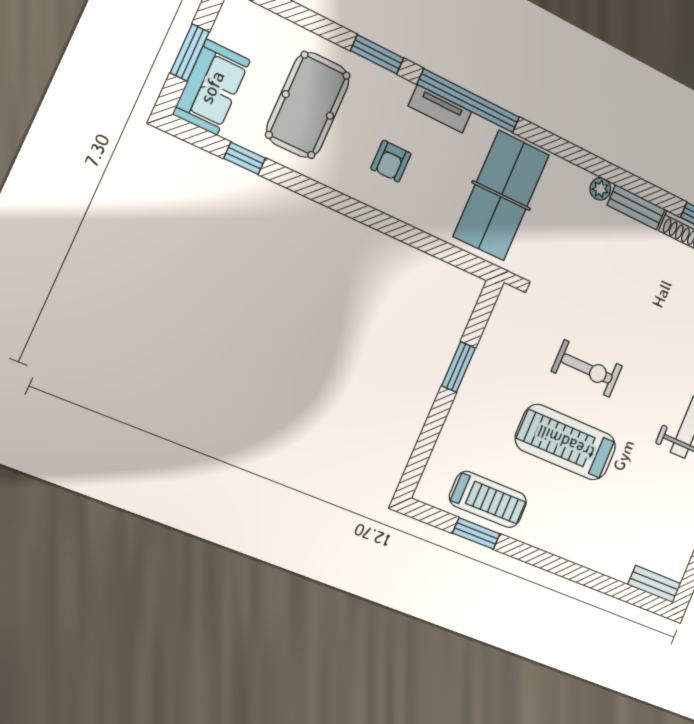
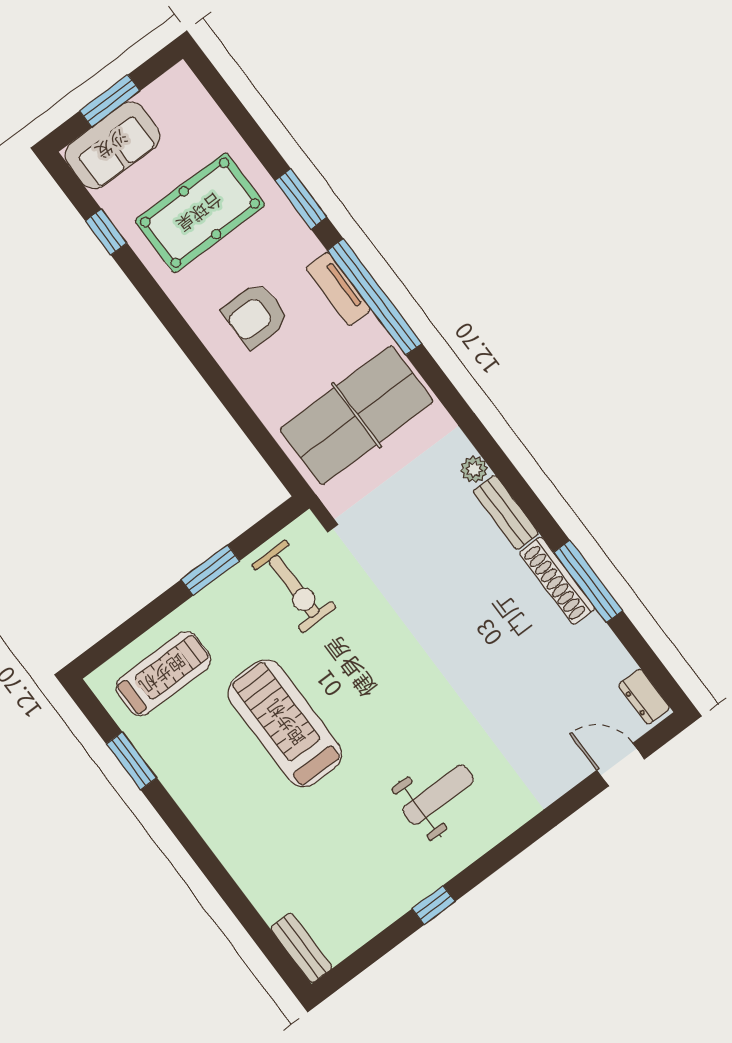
armchair: (391, 161) -> (256, 315), width x1.38, depth x1.38
exercise bike: (587, 369) -> (294, 586), moved
treadmill: (488, 500) -> (163, 674), moved, turned -90

